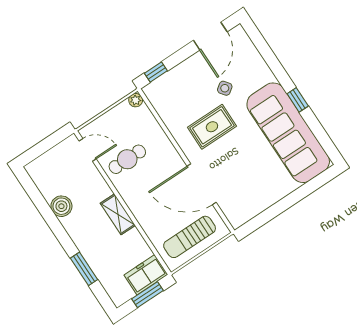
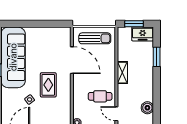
rug: (212, 127) -> (48, 85), turned 90
boiler: (61, 206) -> (147, 108), moved
freezer: (146, 275) -> (143, 34), moved

